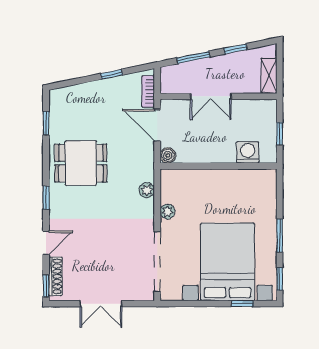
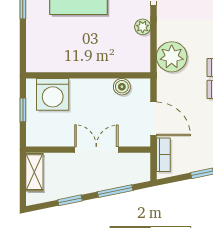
washing machine: (248, 152) -> (53, 94), width x1.37, depth x1.37
boiler: (168, 155) -> (122, 87), moved
plant: (147, 190) -> (172, 57), width x1.88, depth x1.88

